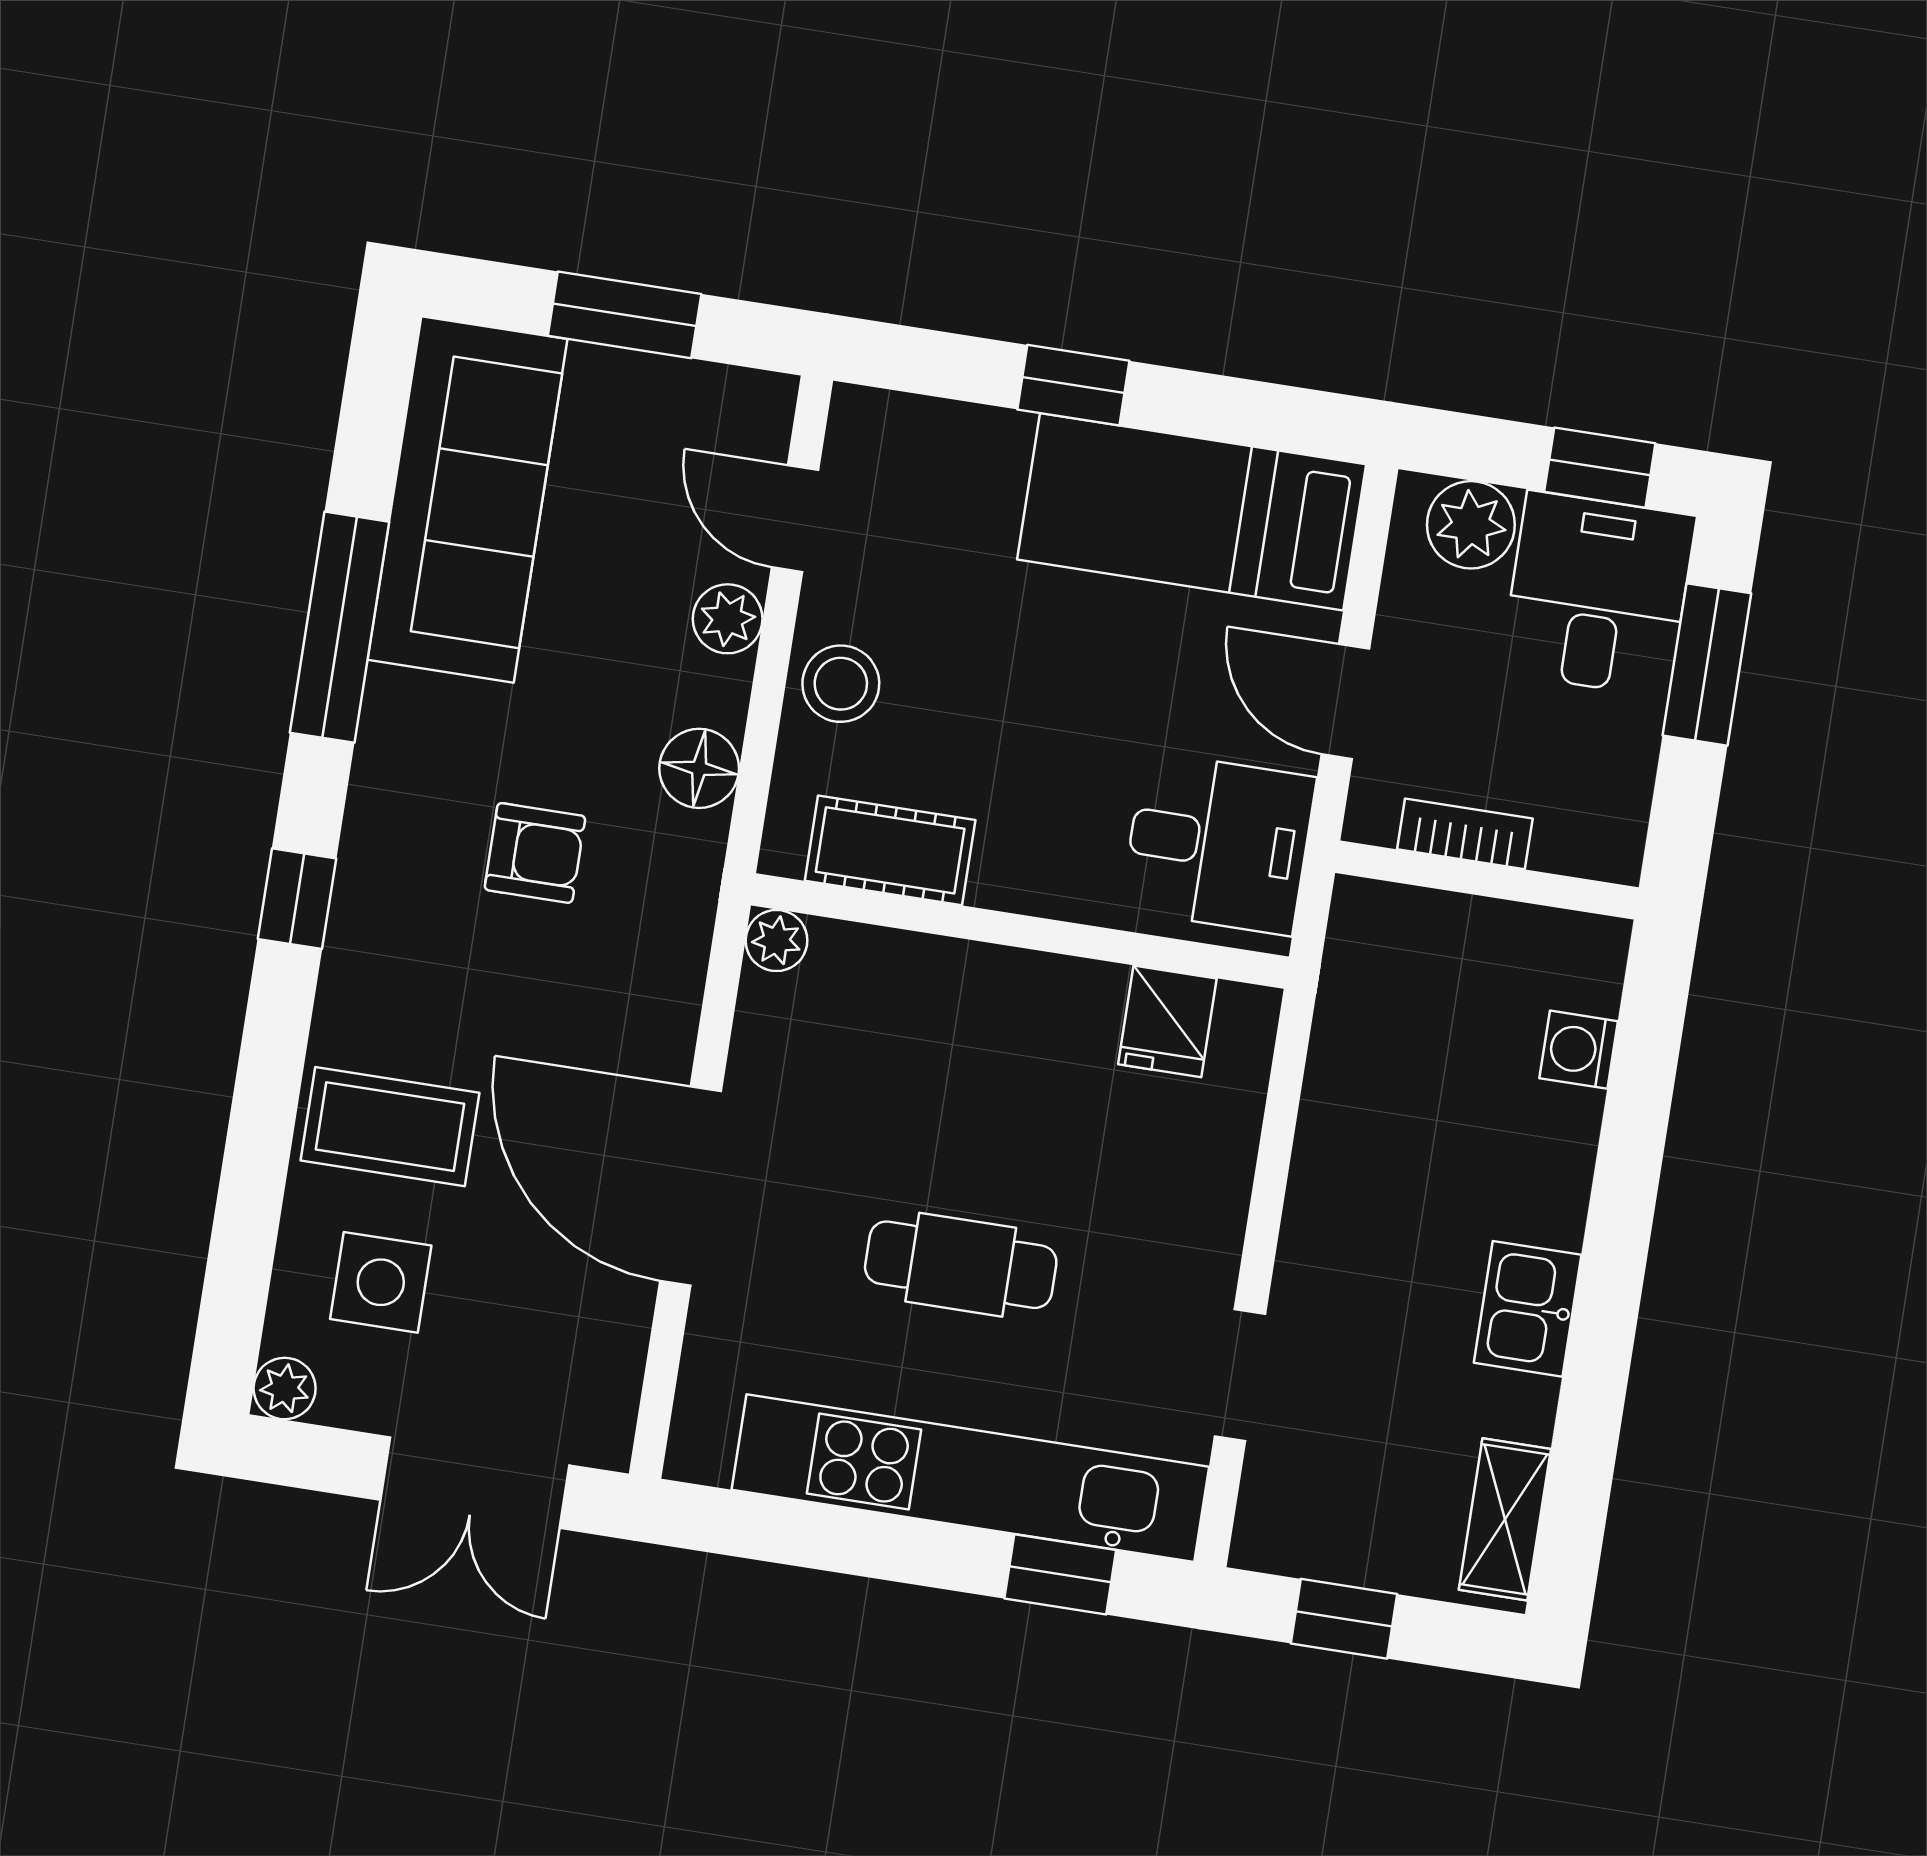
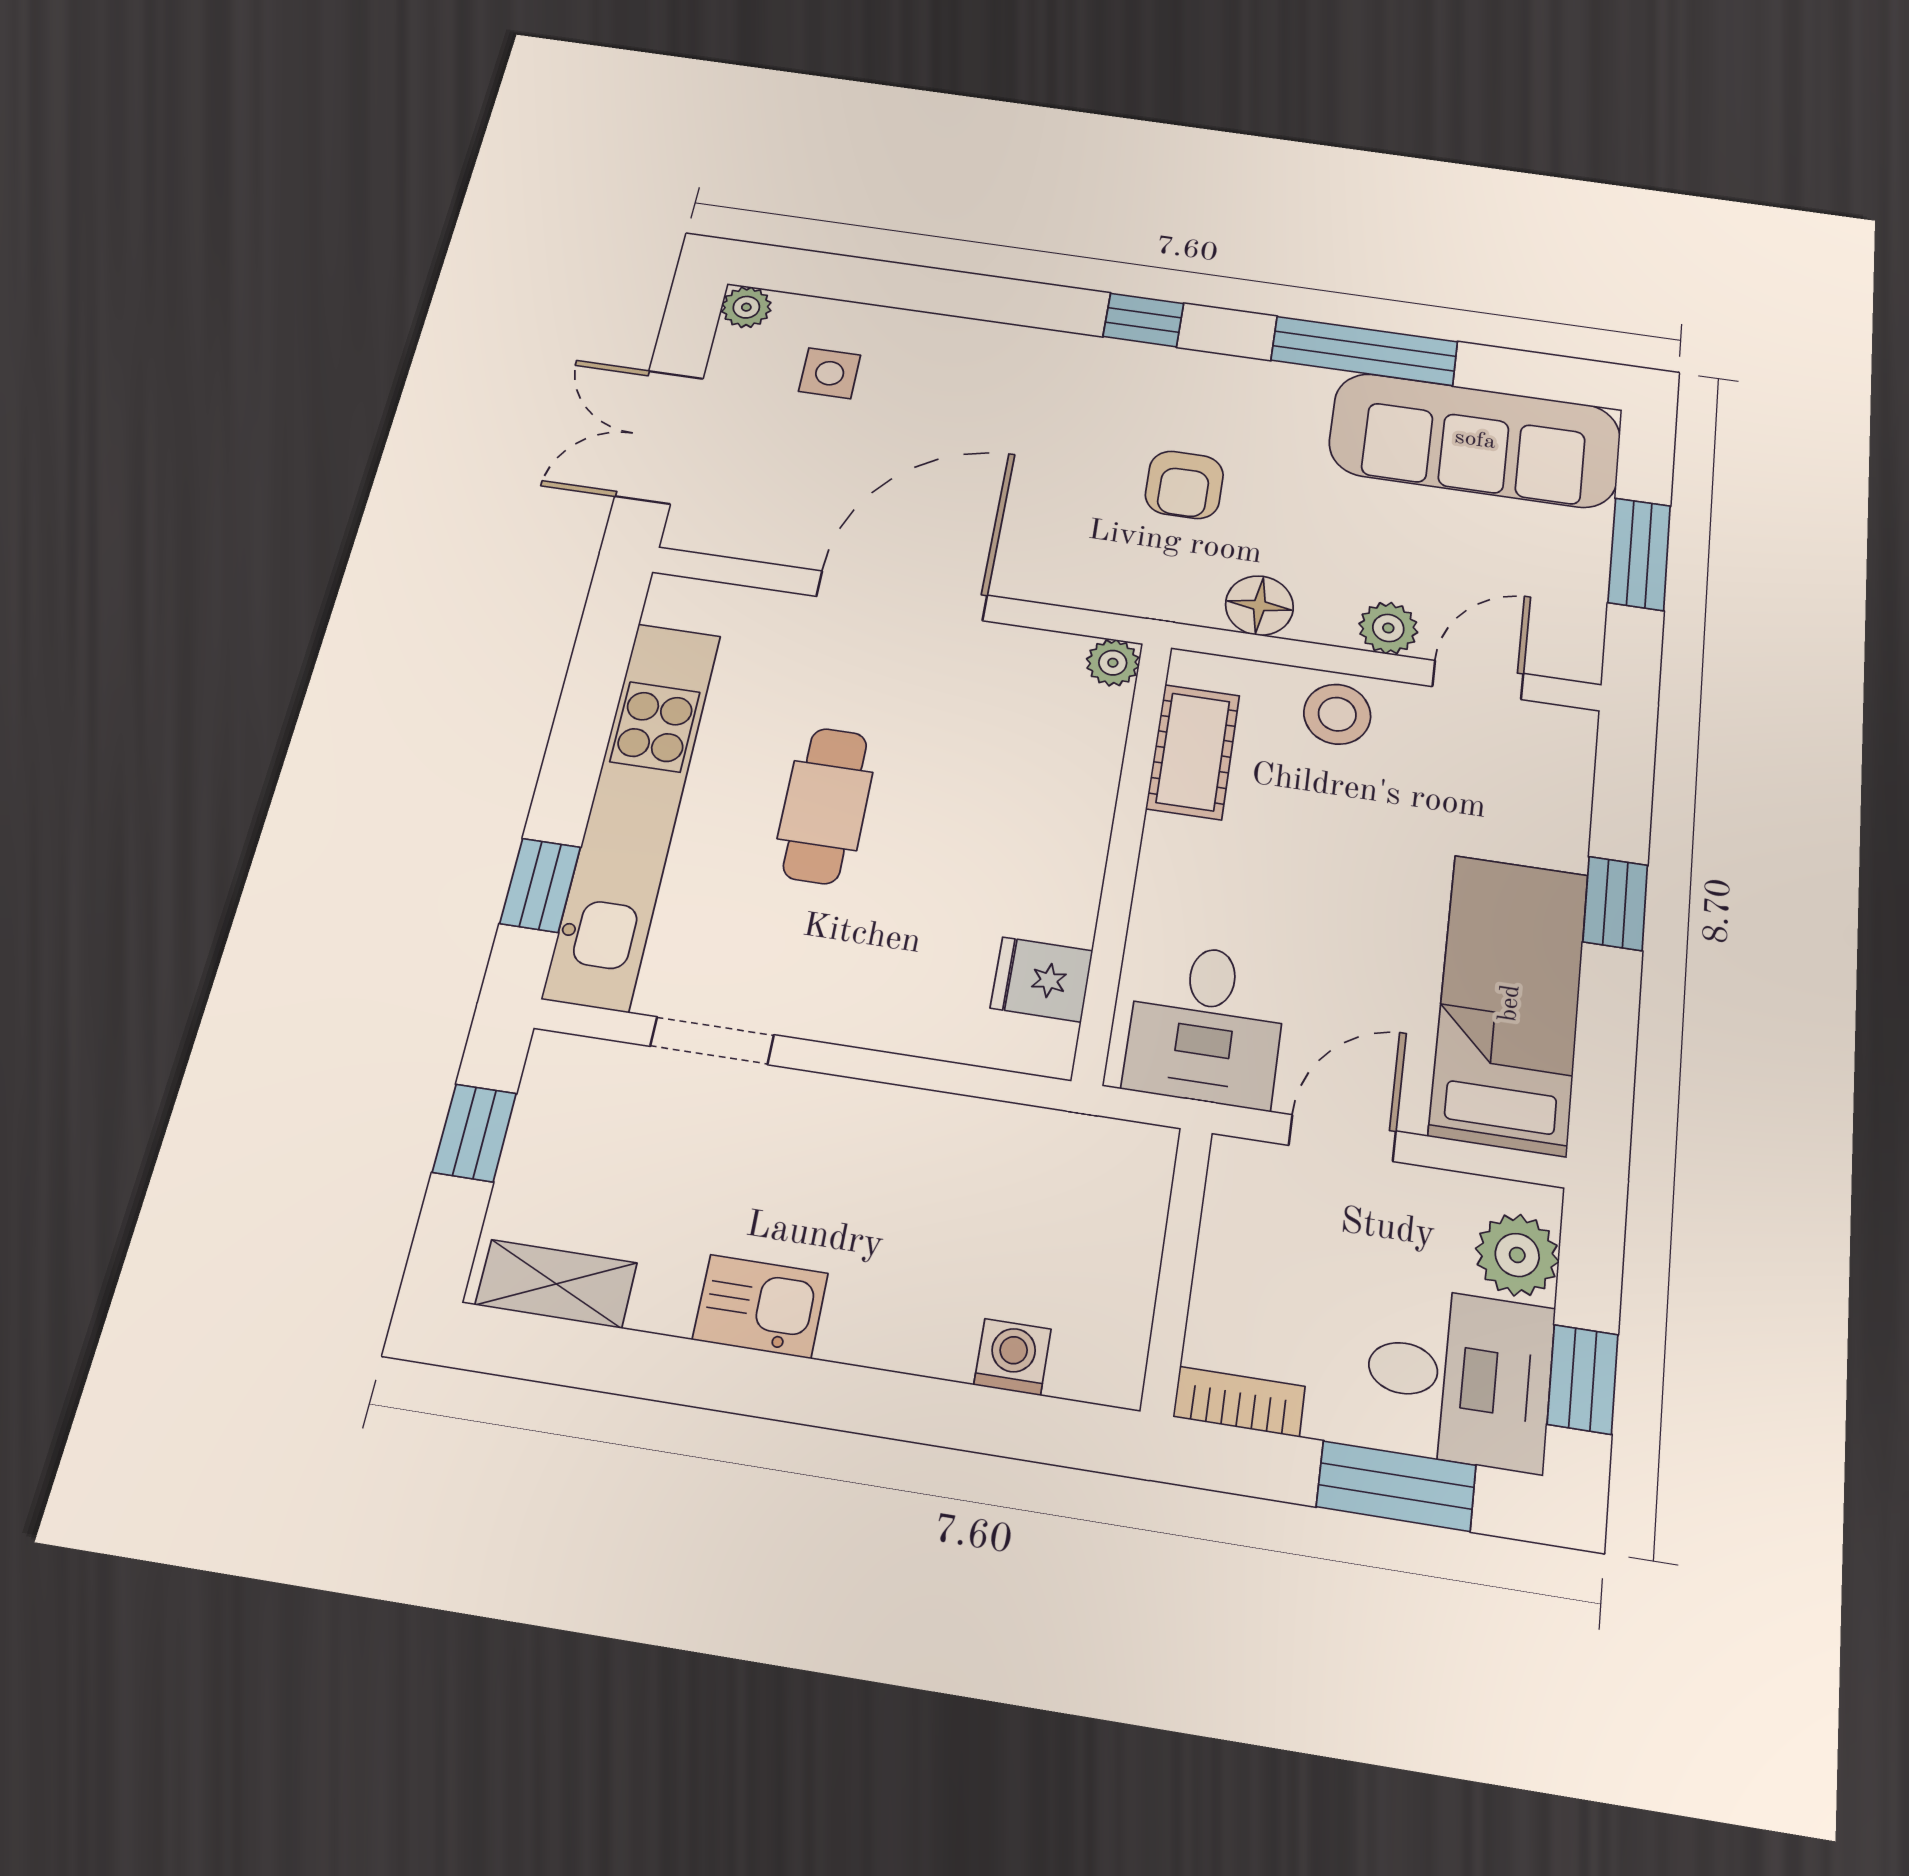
bookcase: (1465, 834) -> (1239, 1402), moved, turned -90
coffee table: (390, 1127) -> (957, 381), removed
side table: (381, 1282) -> (830, 373), width x0.73, depth x0.73

